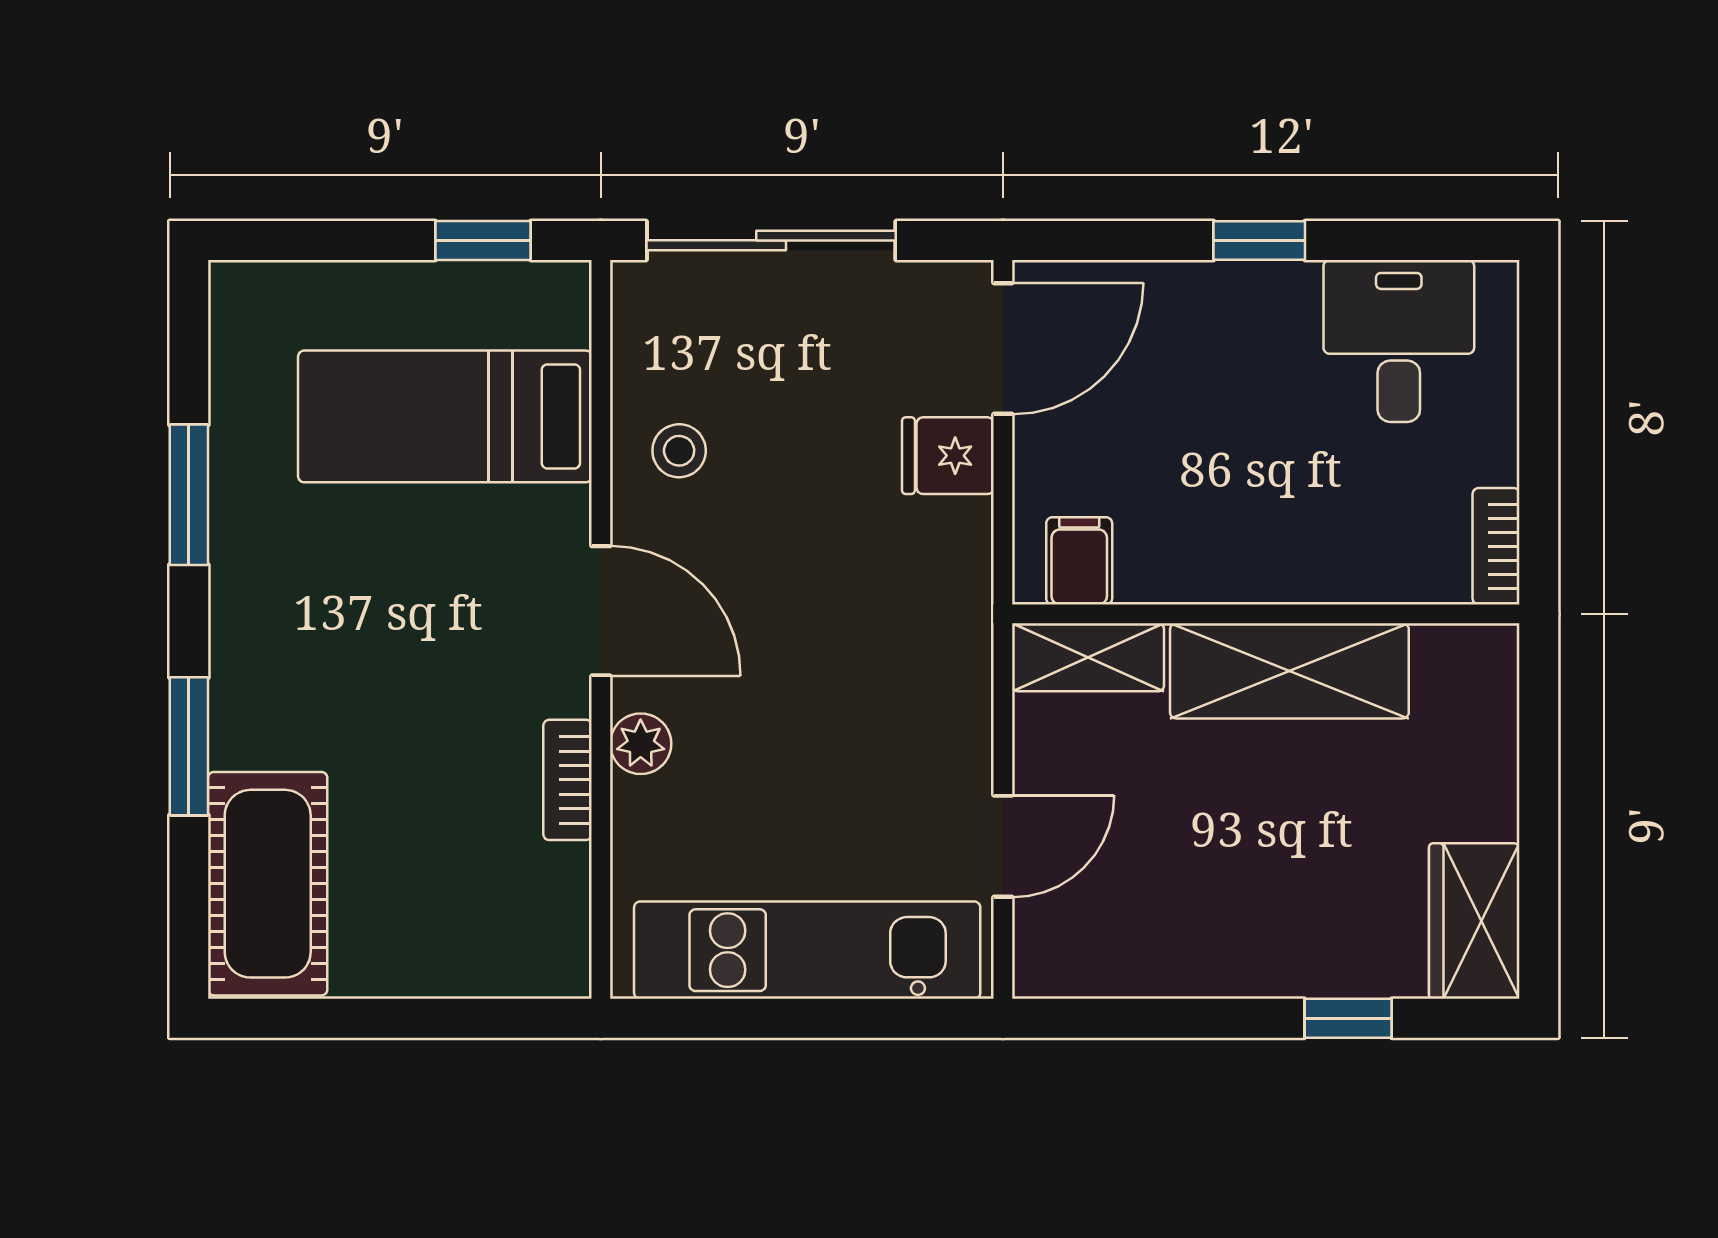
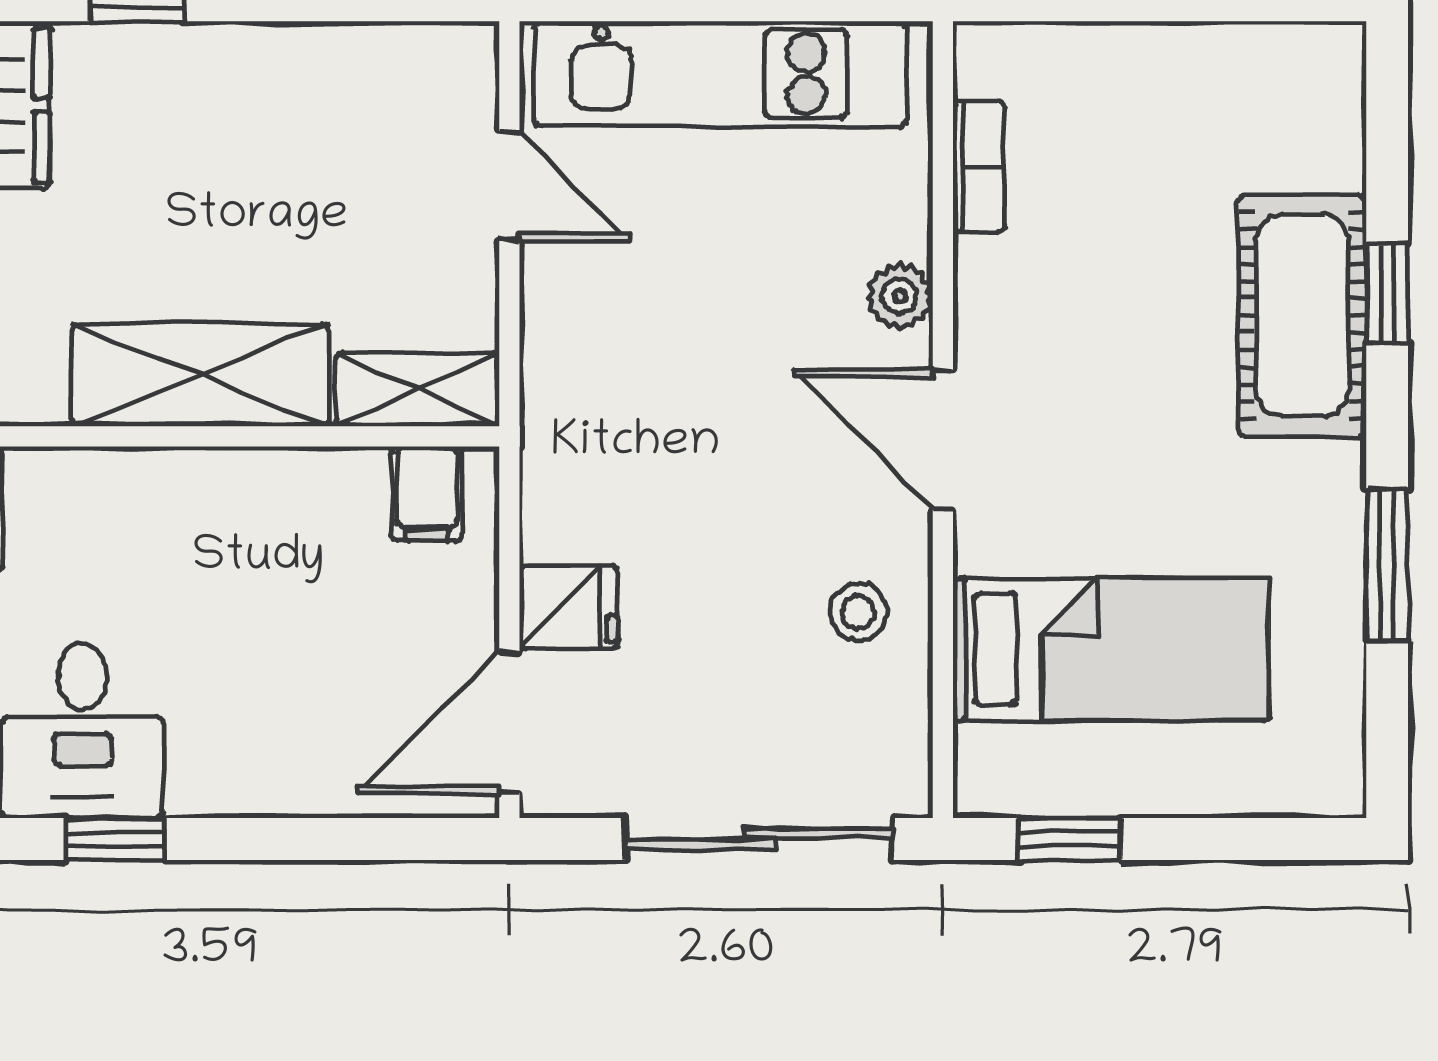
window: (1259, 240) -> (115, 839), moved
window: (189, 746) -> (1387, 294), width x0.67
bookcase: (568, 780) -> (979, 166), moved
door: (1003, 846) -> (509, 186), swing flipped
cot: (268, 884) -> (1302, 316), moved

